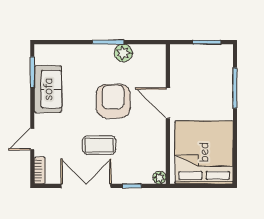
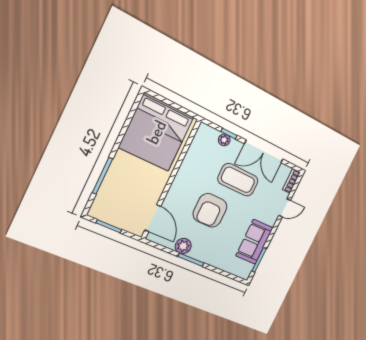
door: (168, 103) -> (153, 218), moved
coffee table: (99, 145) -> (238, 180), width x1.36, depth x1.32
plant: (159, 177) -> (224, 140), moved

